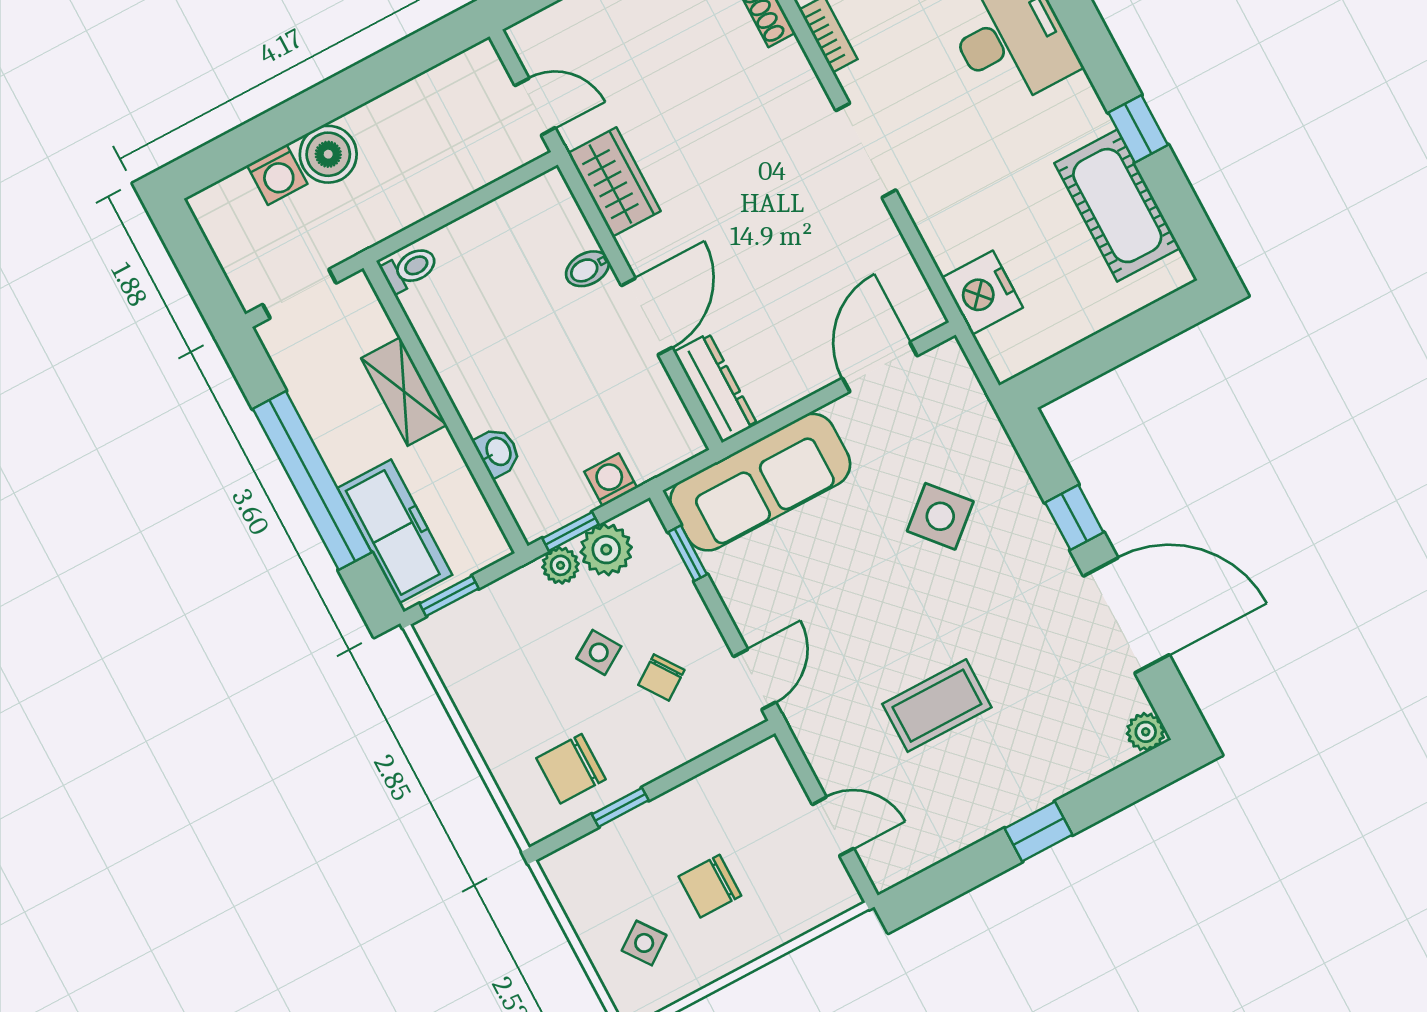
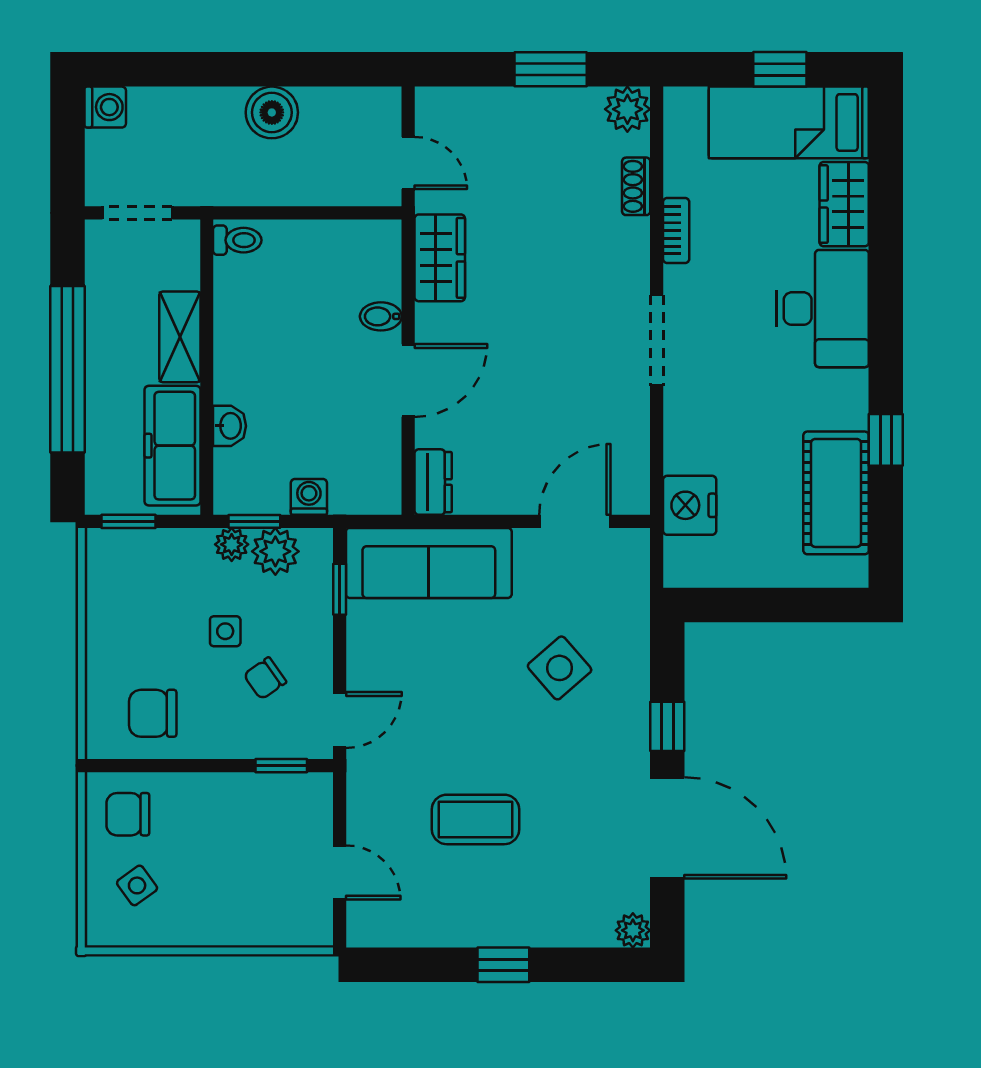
boiler: (328, 154) -> (272, 112), moved
washing machine: (277, 175) -> (105, 107), moved, turned -90
dresser: (715, 388) -> (433, 482), width x0.70
freezer: (395, 531) -> (173, 446), moved, turned 180
side table: (599, 652) -> (225, 631), turned 32
window: (620, 807) -> (281, 766), moved
chair: (710, 886) -> (128, 814), moved

